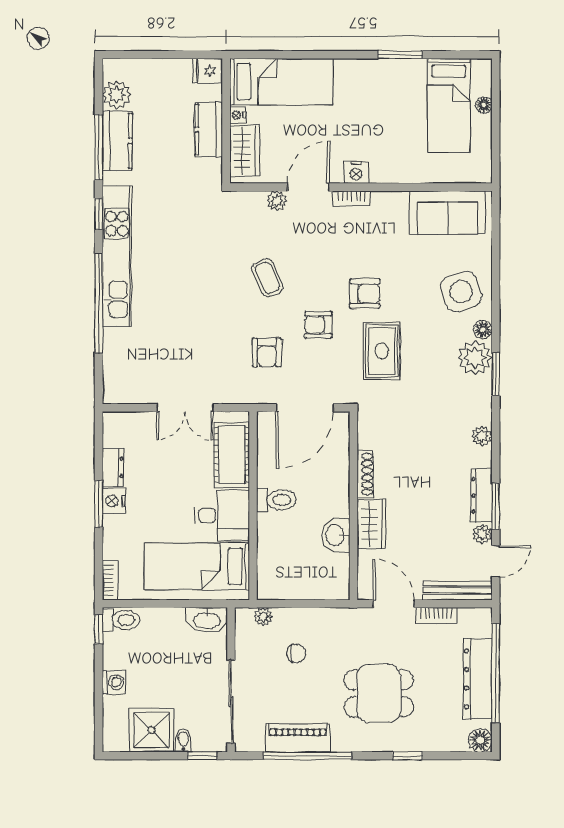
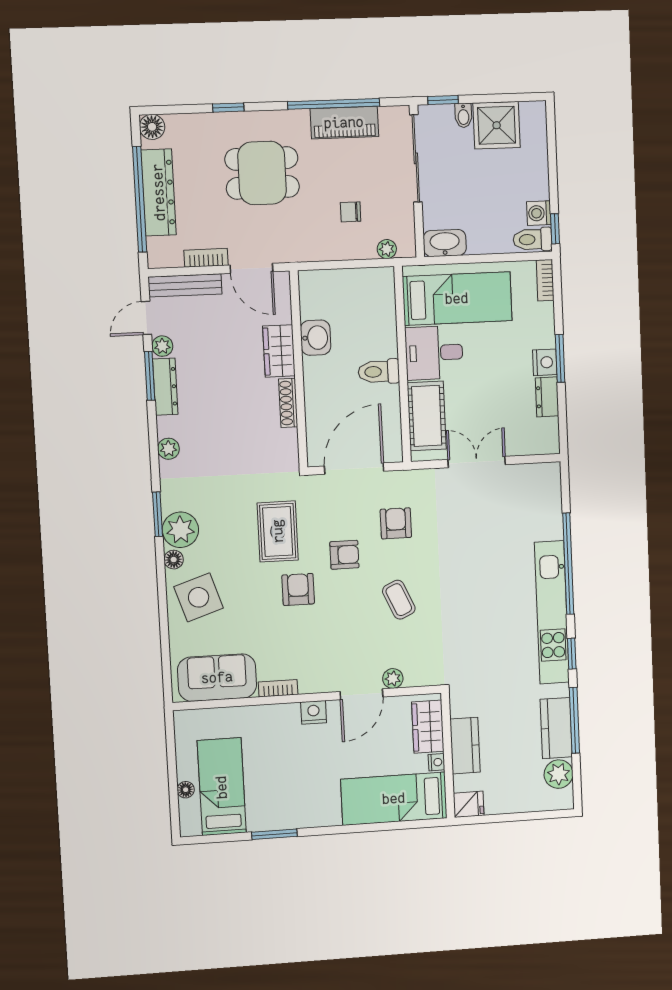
bookcase: (352, 198) -> (278, 688), moved
armchair: (365, 294) -> (298, 589), turned 90
washing machine: (114, 682) -> (539, 213), moved

